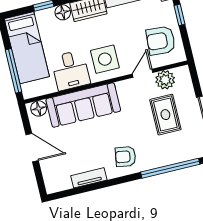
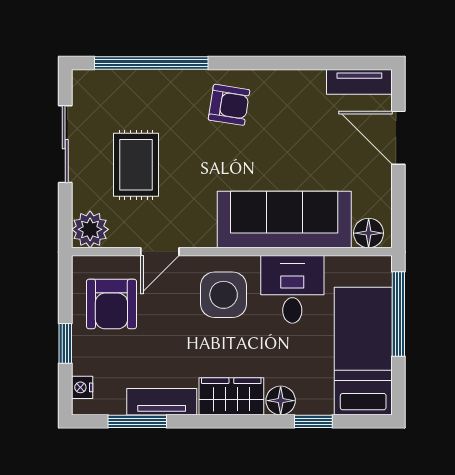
armchair: (161, 41) -> (111, 304), turned 86
plant: (165, 80) -> (90, 229), moved
door: (32, 148) -> (398, 138), moved
tv unit: (89, 178) -> (359, 82), moved

